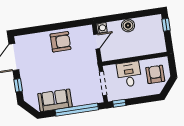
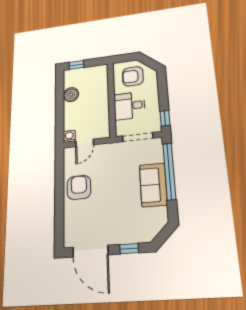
boiler: (128, 25) -> (71, 95), moved
door: (97, 41) -> (85, 143), swing flipped
sofa: (55, 100) -> (153, 185), moved

